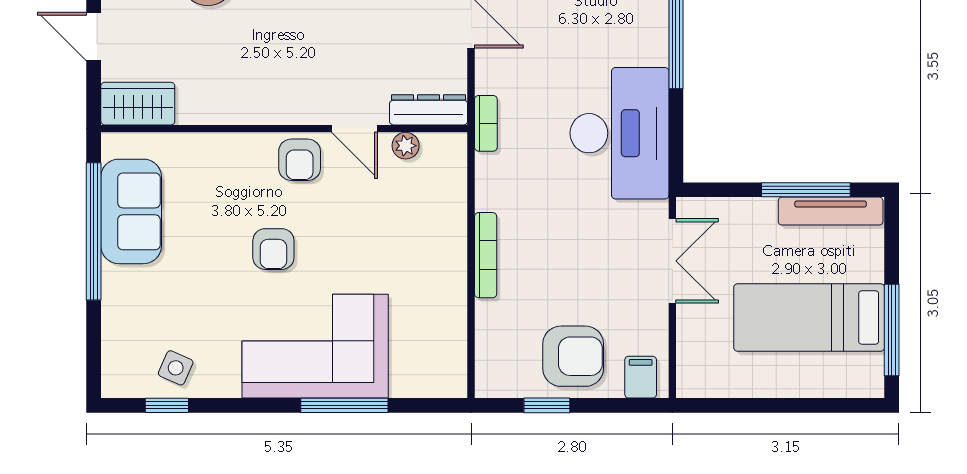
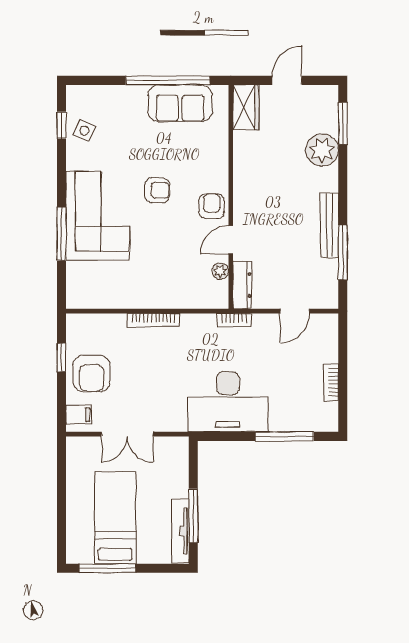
armchair: (300, 160) -> (212, 206), turned 90
armchair: (273, 249) -> (157, 190), turned 180
double door: (672, 261) -> (127, 434), moved

